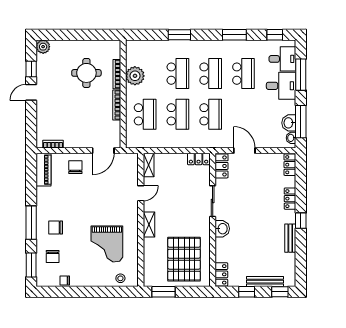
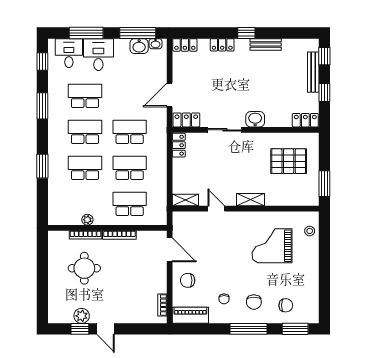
plant: (43, 47) -> (82, 316), moved
plant: (135, 76) -> (87, 220), width x0.53, depth x0.53
grand piano: (107, 244) -> (272, 246), turned 180
pallet: (184, 259) -> (289, 161), width x0.73, depth x0.71
chair: (65, 280) -> (224, 299), moved

